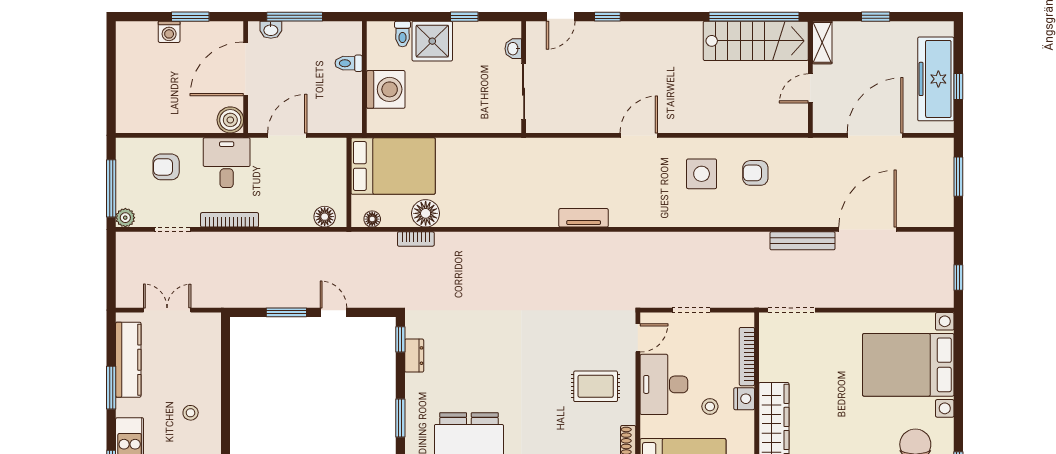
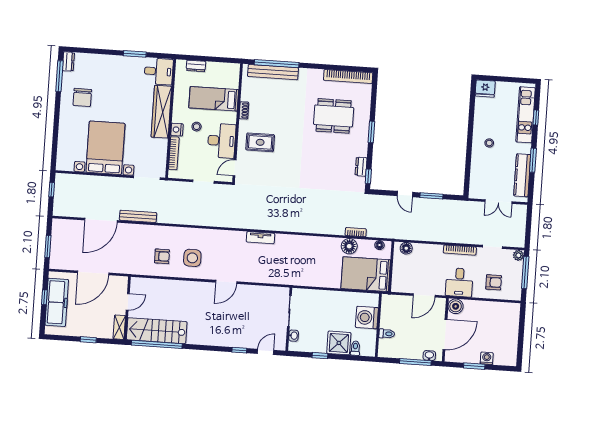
bed with nightstands: (908, 365) -> (105, 148), moved, turned -90

